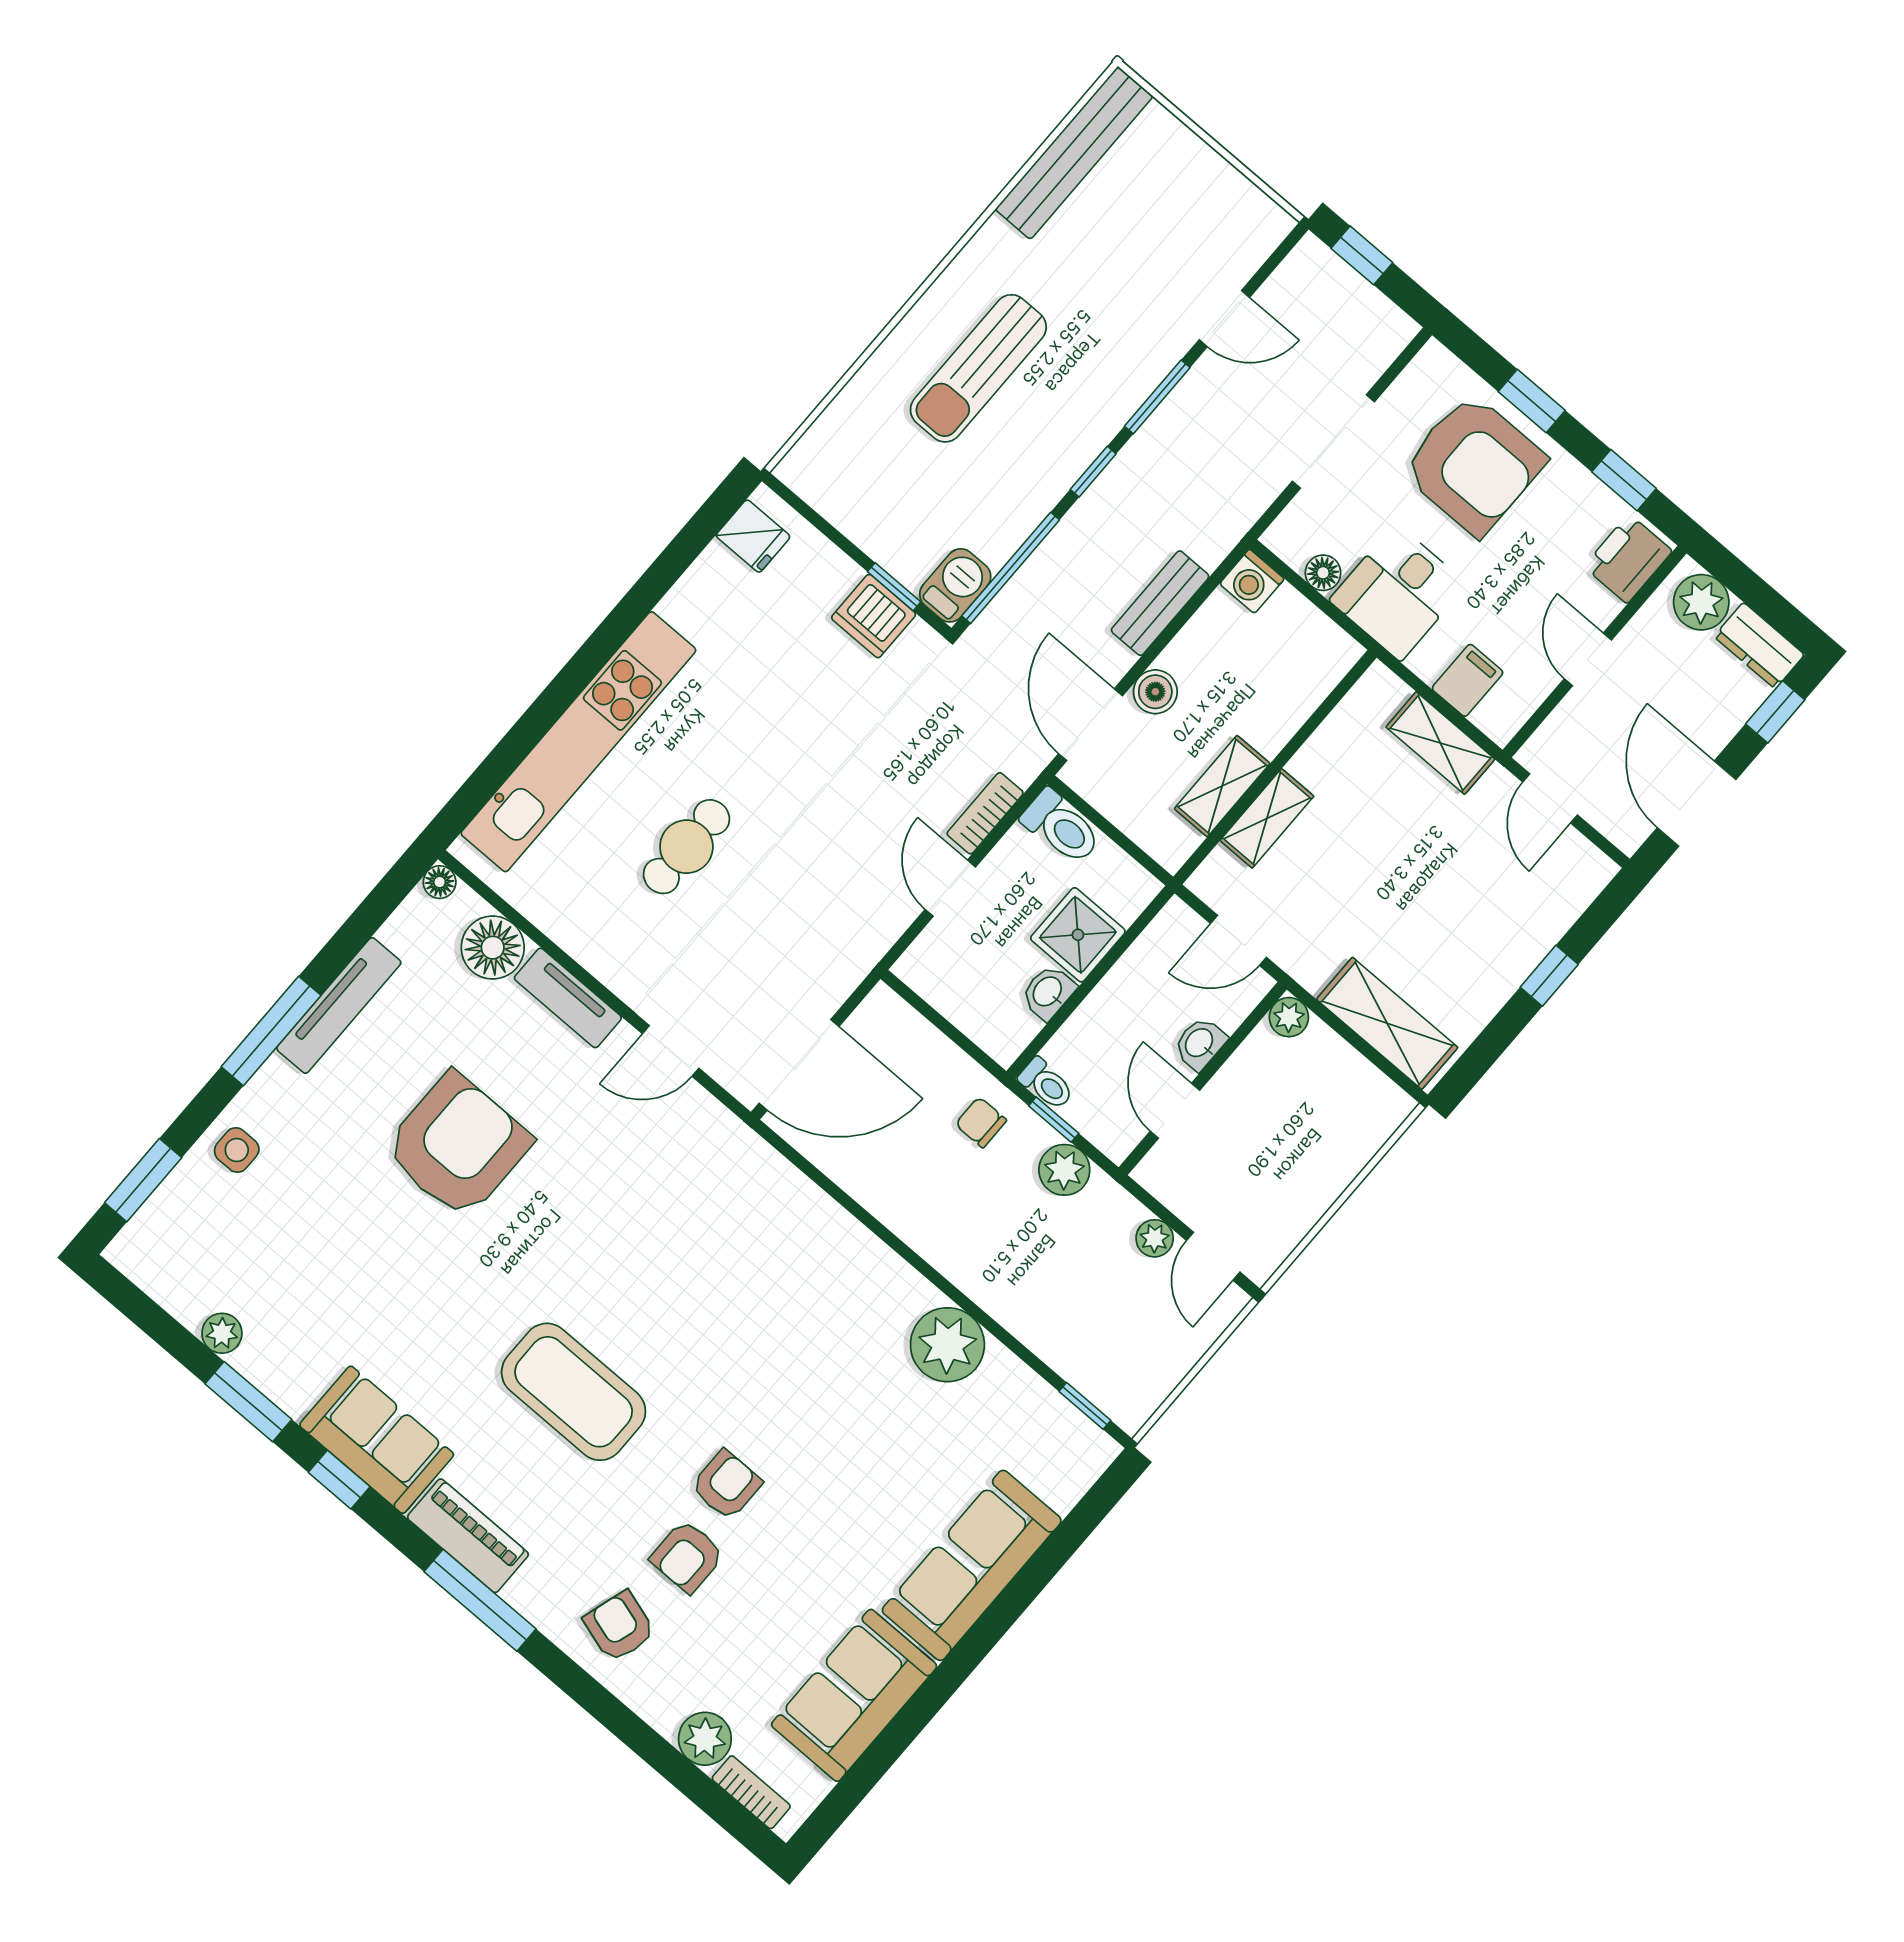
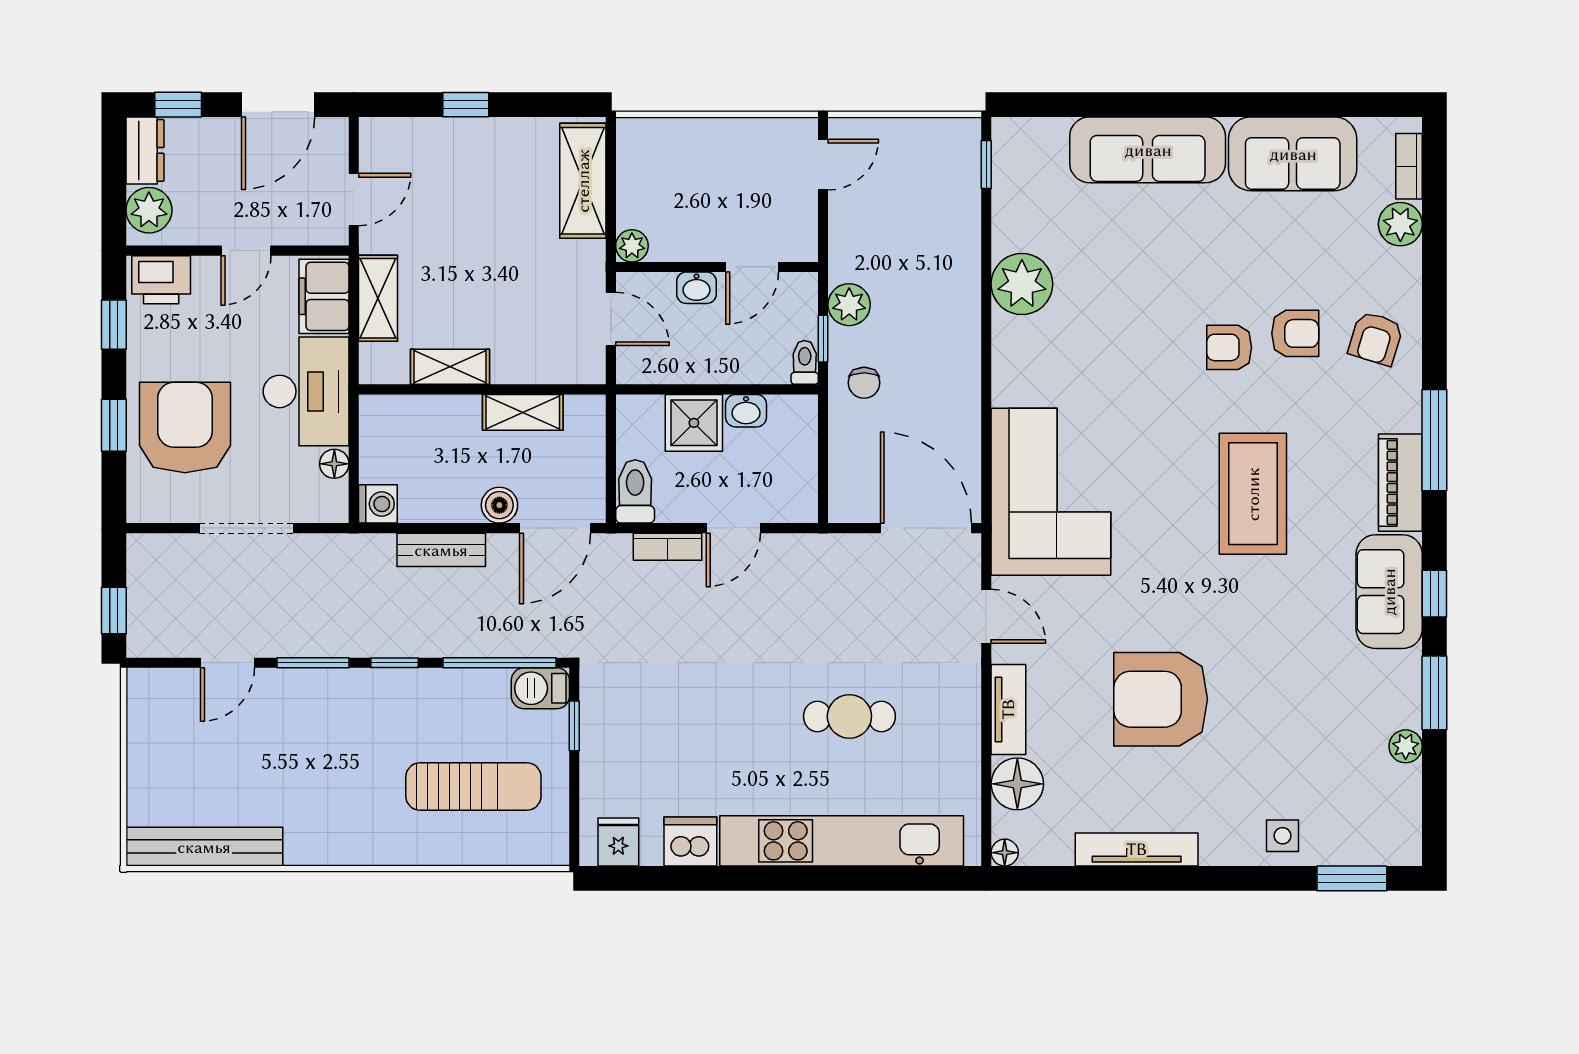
door: (1224, 319) -> (228, 663), swing flipped
sun lounger: (978, 368) -> (473, 786), moved
desk: (1398, 592) -> (306, 391), width x1.37
dishwasher: (874, 616) -> (690, 841), moved, turned -90
filing cabinet: (1468, 680) -> (324, 296), width x2.00
shelving: (1267, 818) -> (450, 367), moved
window: (271, 1031) -> (1189, 878), removed
corner sofa: (734, 1208) -> (1051, 492), added
plant: (1155, 1238) -> (843, 211), removed

